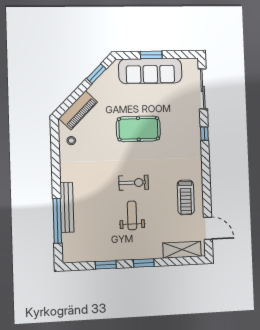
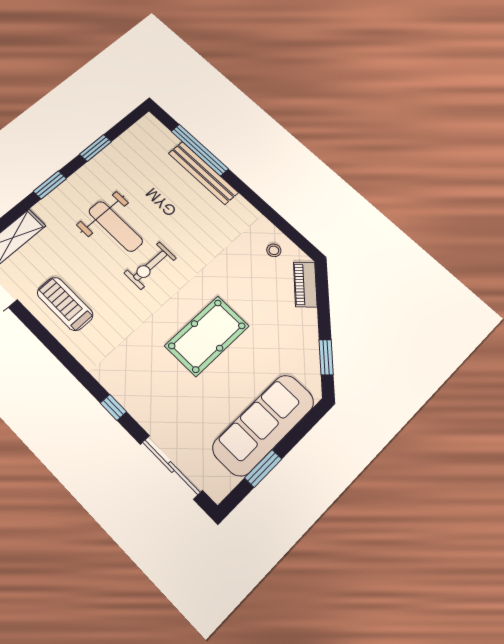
window: (151, 55) -> (263, 468), moved
piano: (78, 110) -> (305, 284), width x0.73, depth x0.75
weight bench: (132, 215) -> (116, 226), width x1.36, depth x1.33

